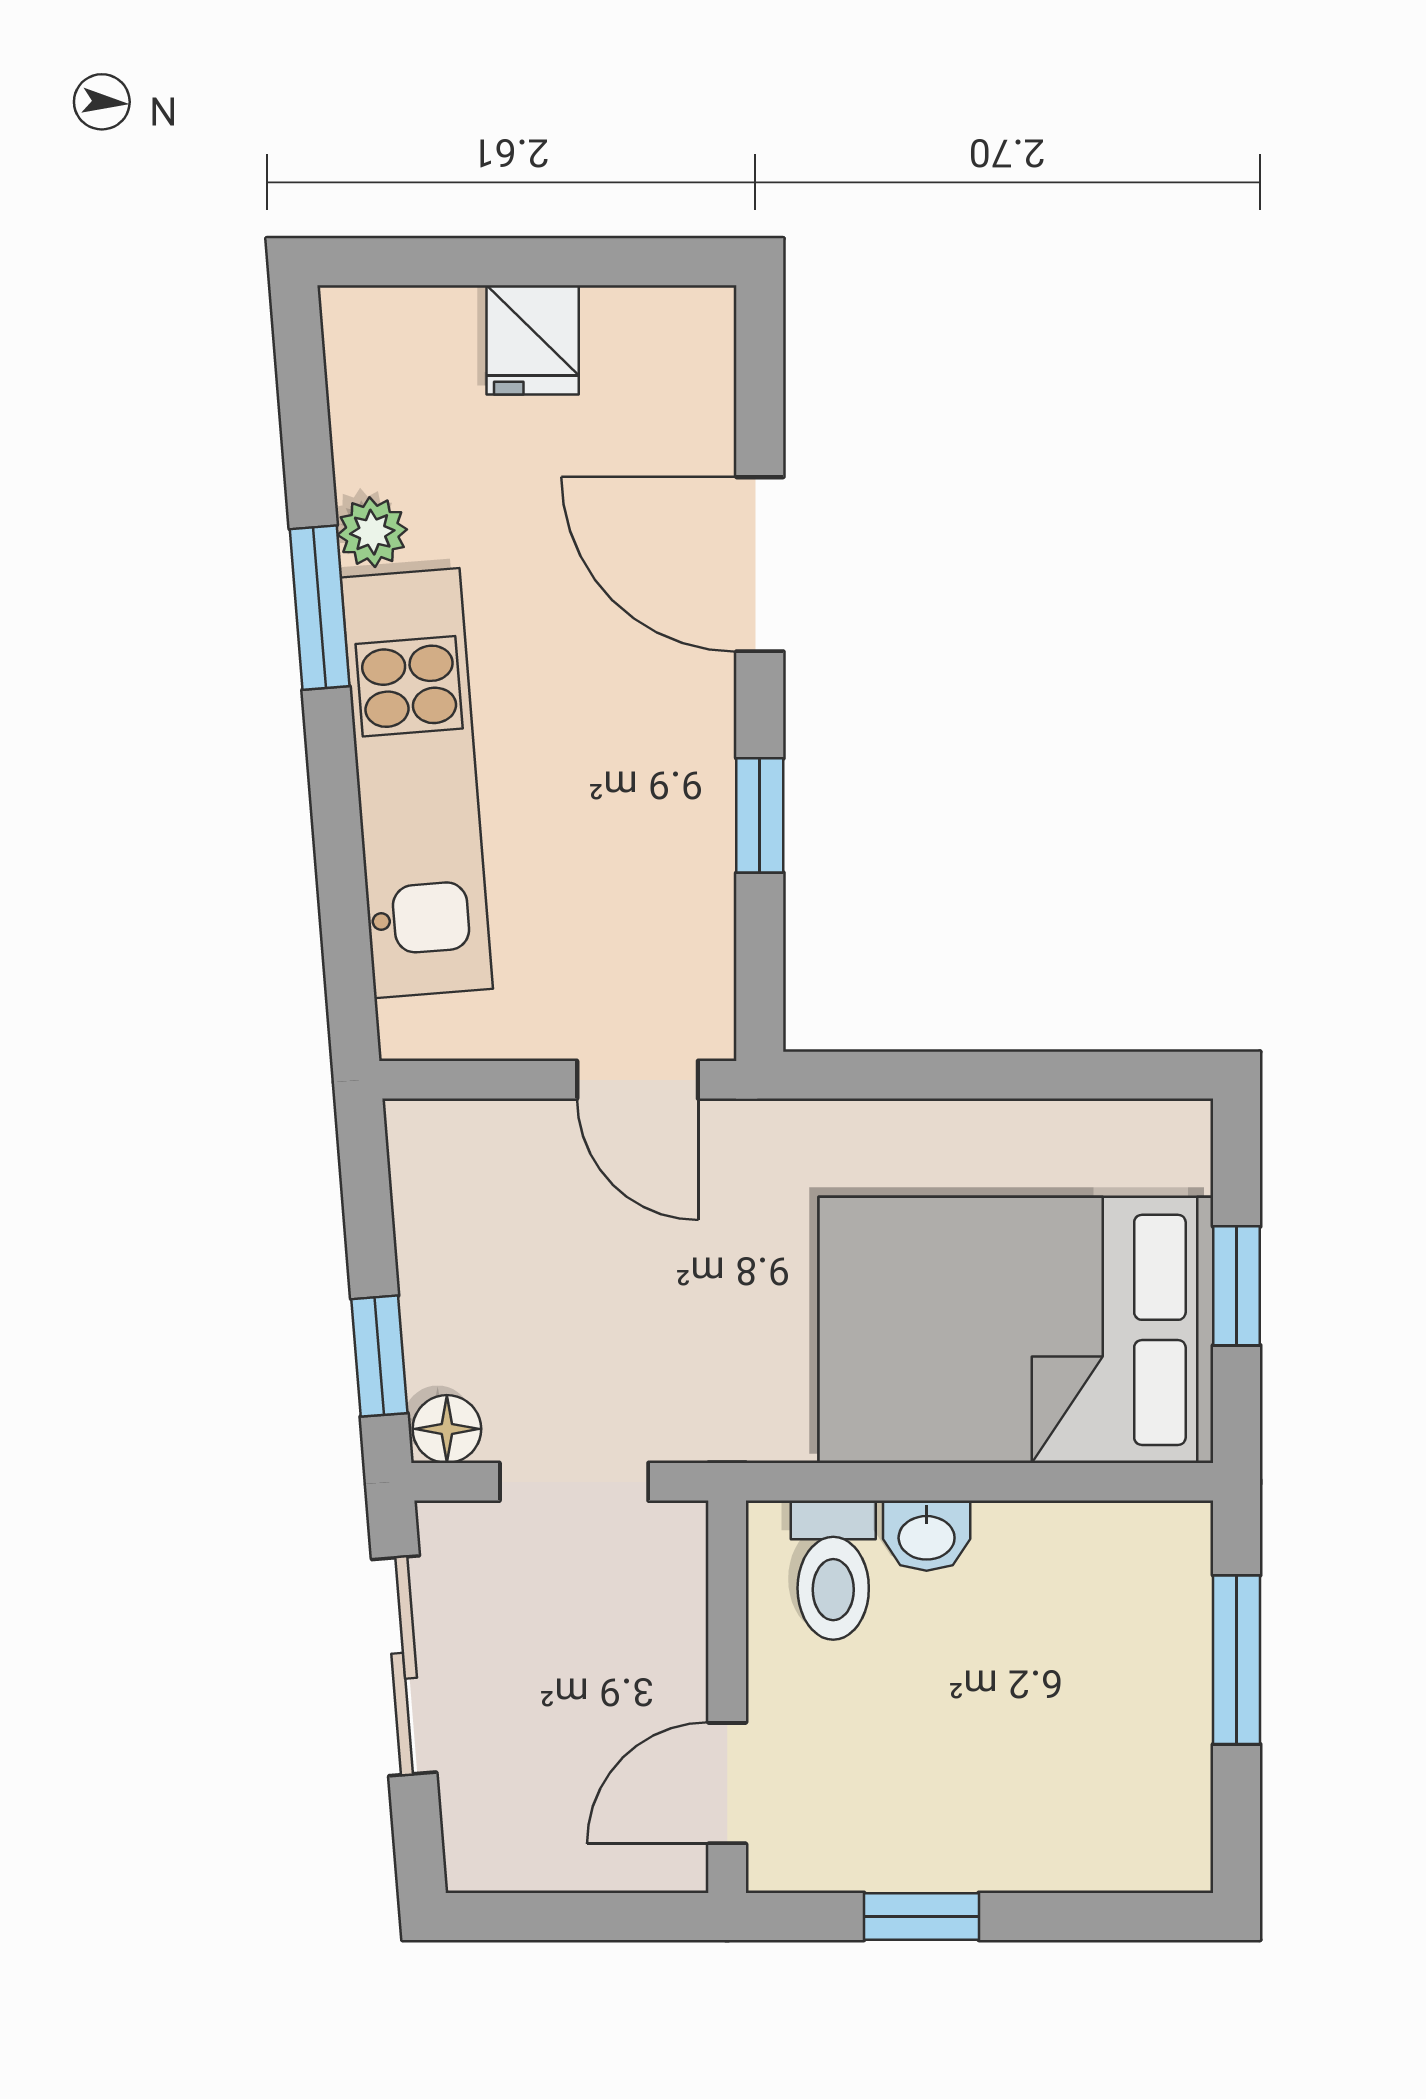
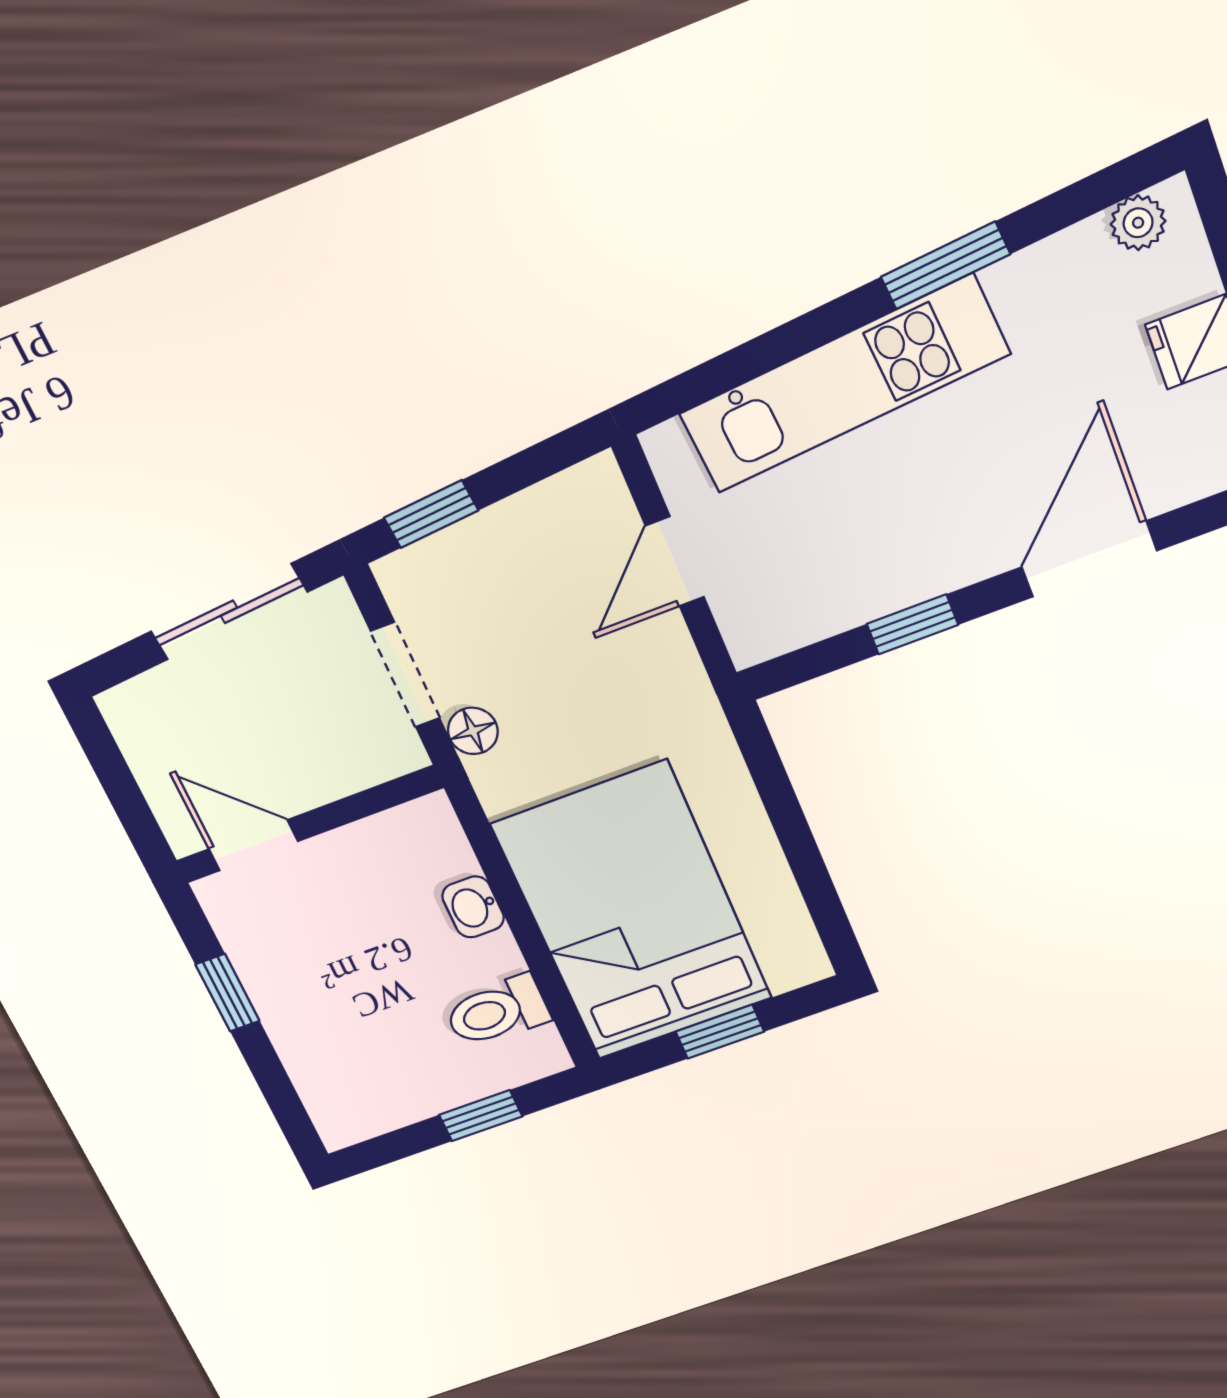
plant: (372, 532) -> (1138, 223), moved
door: (638, 1080) -> (675, 561), moved
floor lamp: (447, 1429) -> (473, 731), moved
toilet: (833, 1570) -> (497, 1011), moved
window: (1237, 1660) -> (481, 1116), width x0.67

